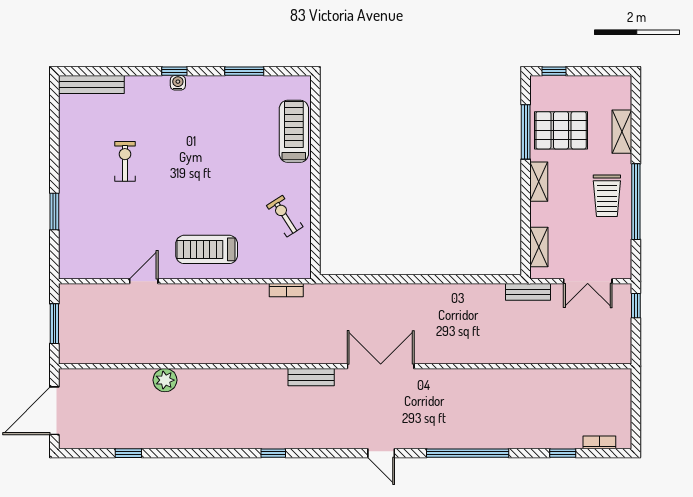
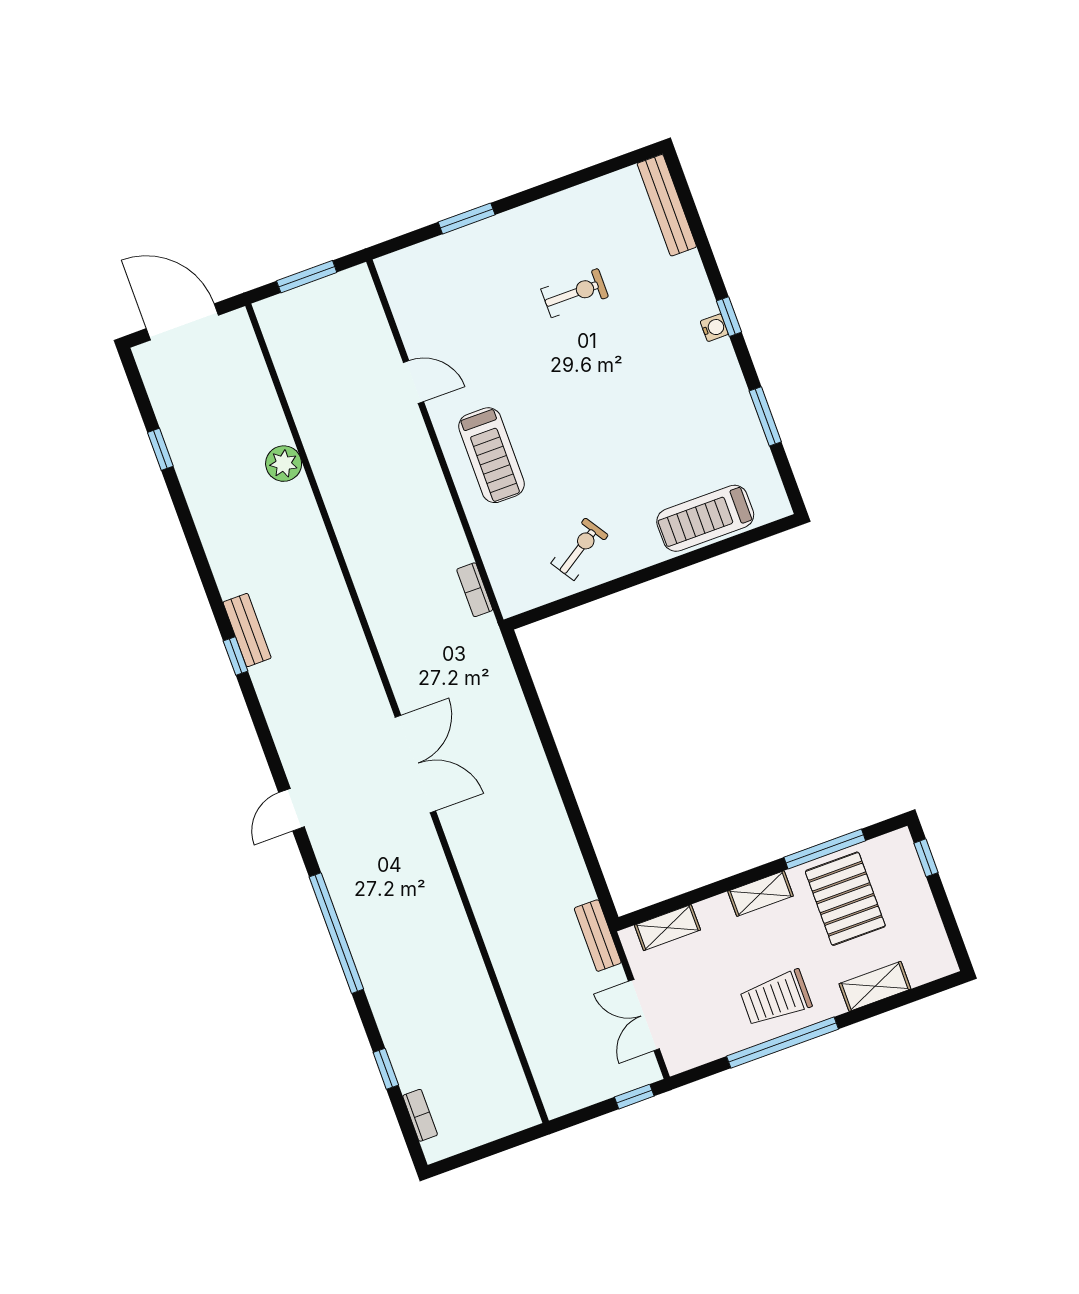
treadmill: (294, 131) -> (705, 518), turned 180
treadmill: (207, 249) -> (491, 455), turned 180
bench: (311, 377) -> (247, 630), moved

